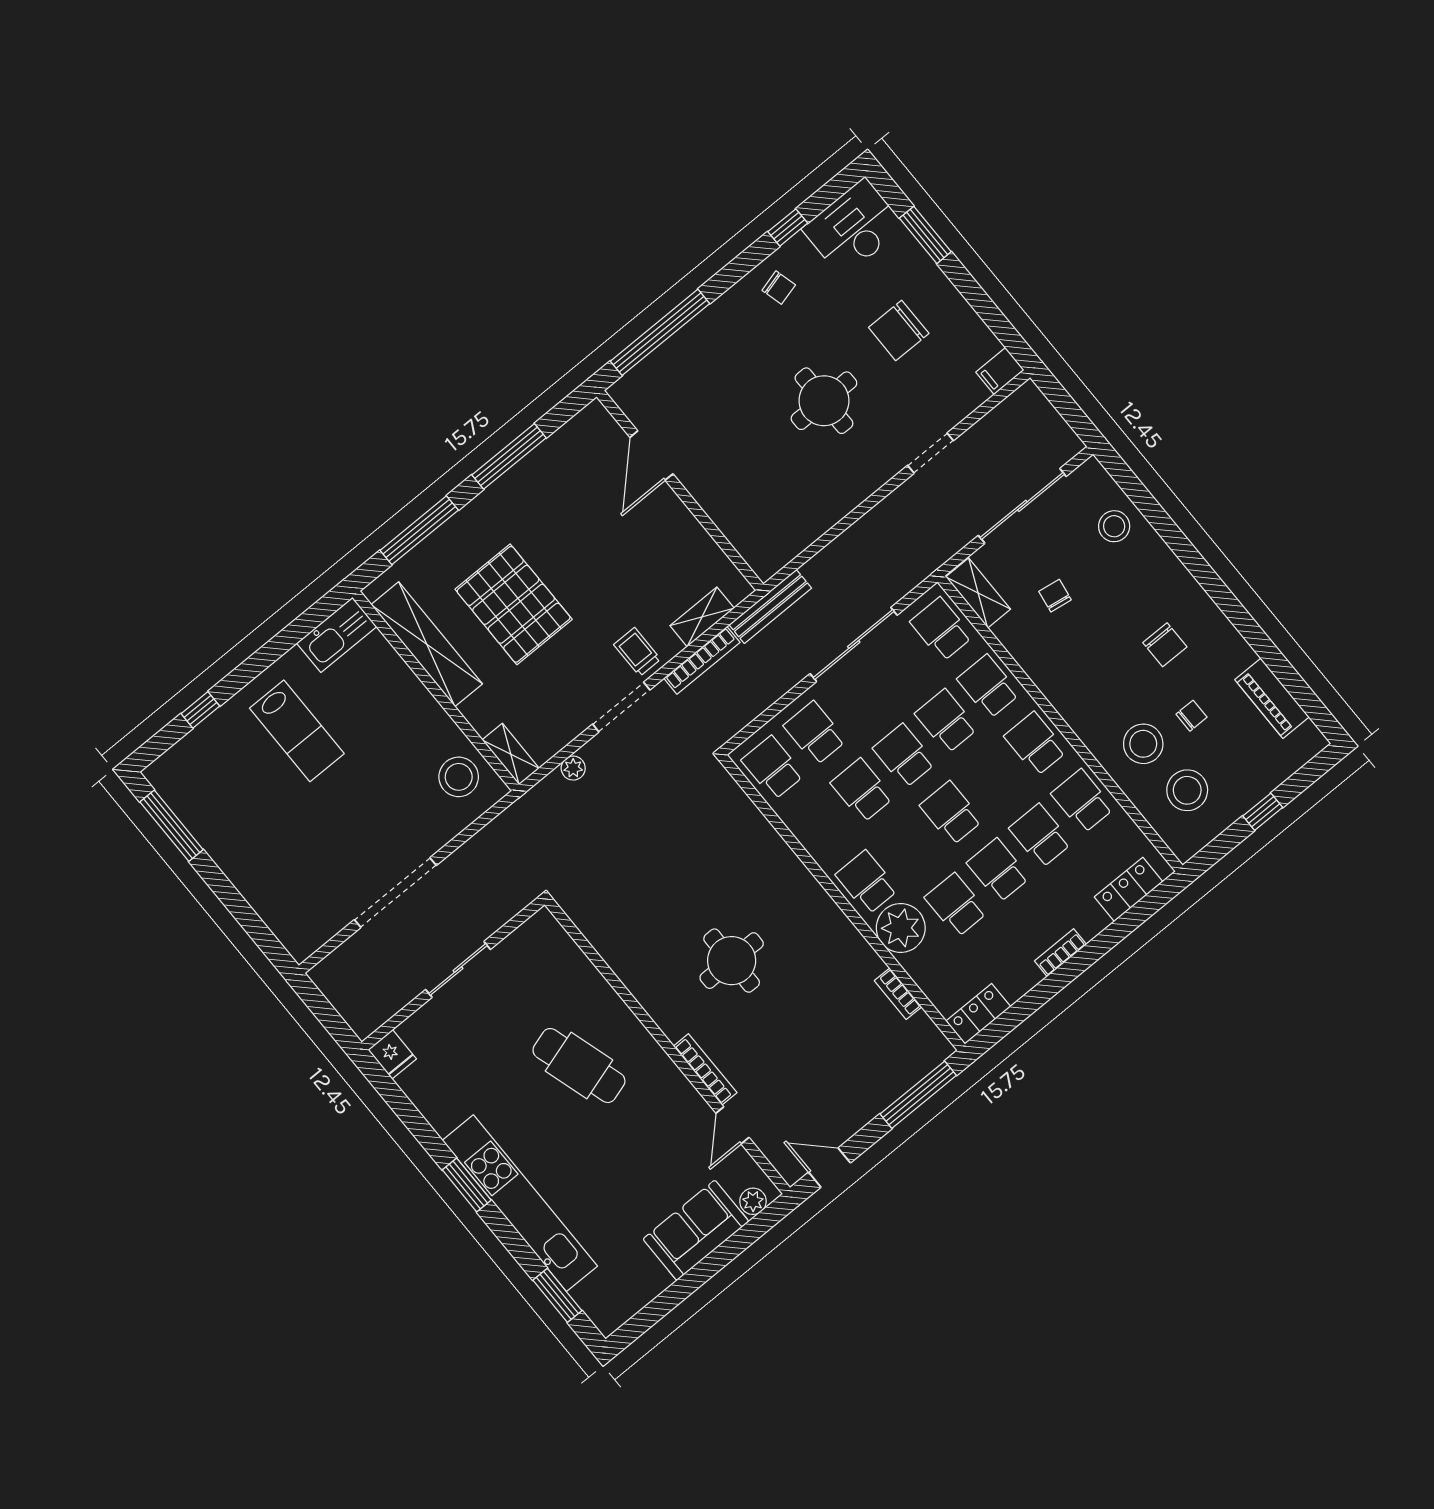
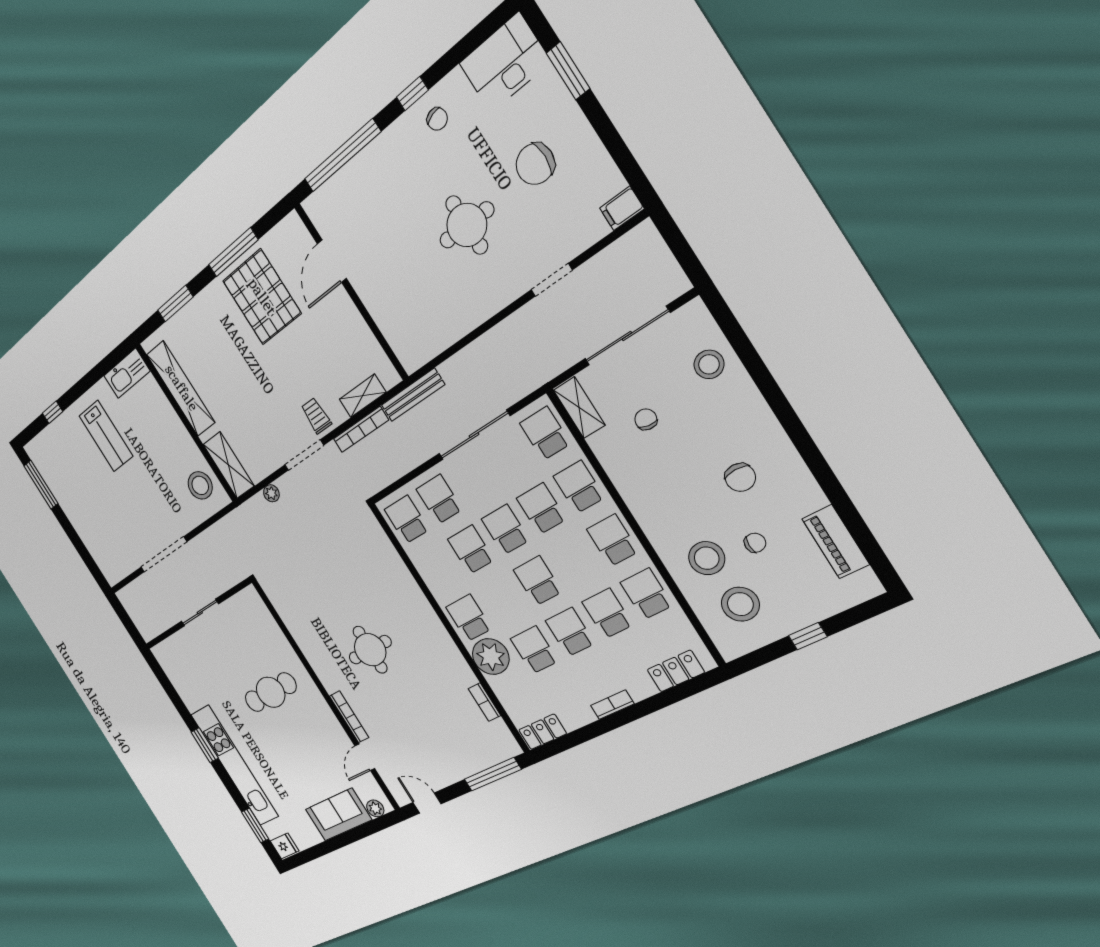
window: (788, 227) -> (412, 94), moved
window: (419, 530) -> (175, 304), width x0.69
pallet: (514, 604) -> (262, 297), moved
shelving: (511, 754) -> (229, 465), width x1.50, depth x1.33
fridge: (392, 1054) -> (285, 846), moved, turned -90
cafe table: (579, 1066) -> (271, 692), turned -73

